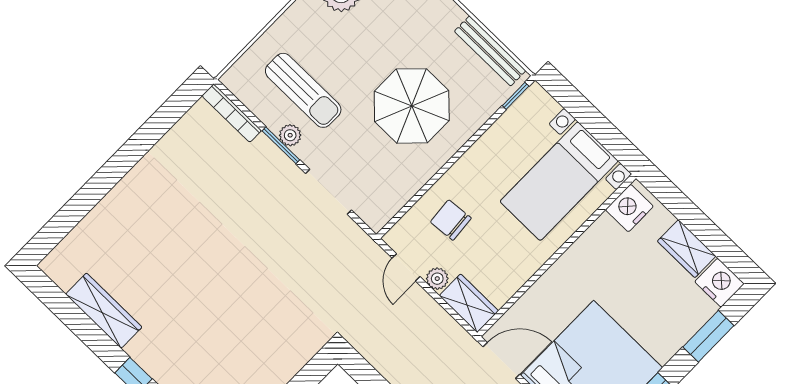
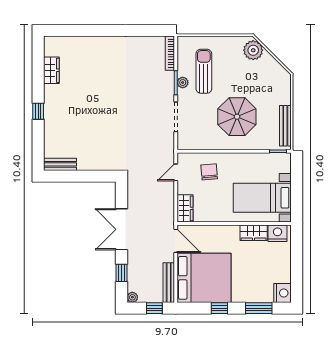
sun lounger: (303, 90) -> (204, 71), turned 180
wardrobe: (687, 249) -> (254, 233), moved, turned -90
plant: (437, 279) -> (183, 188), removed
wardrobe: (104, 311) -> (51, 70), width x0.67

